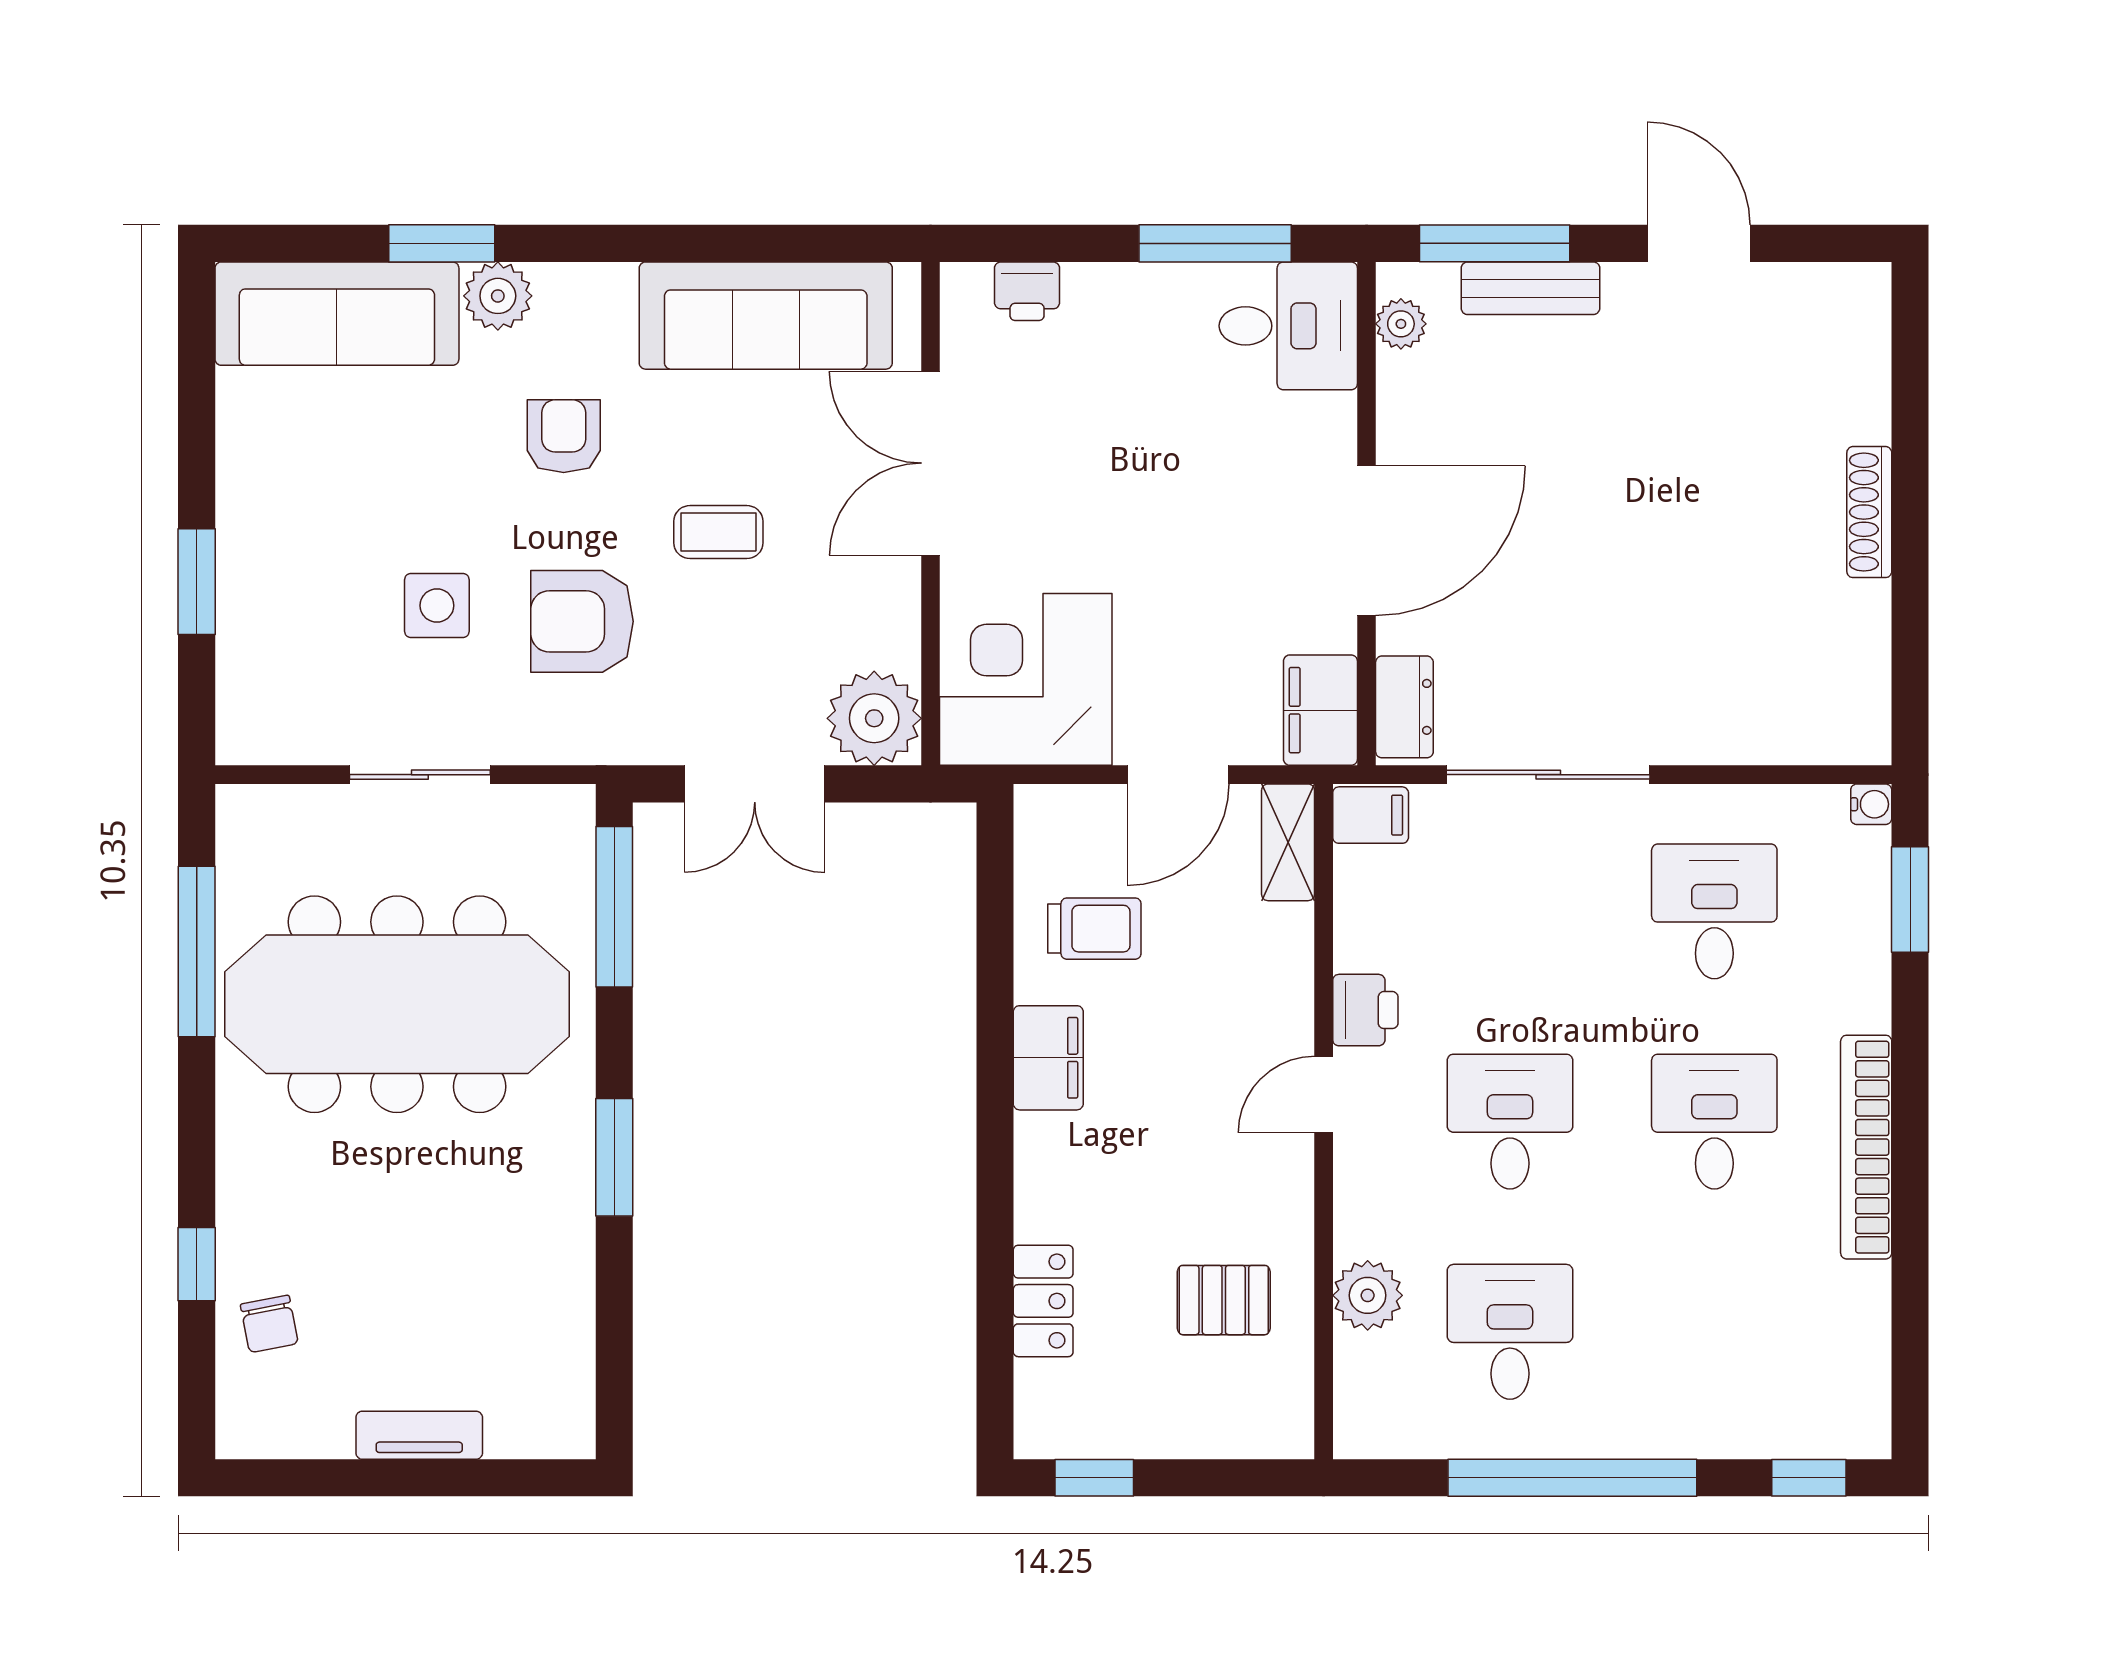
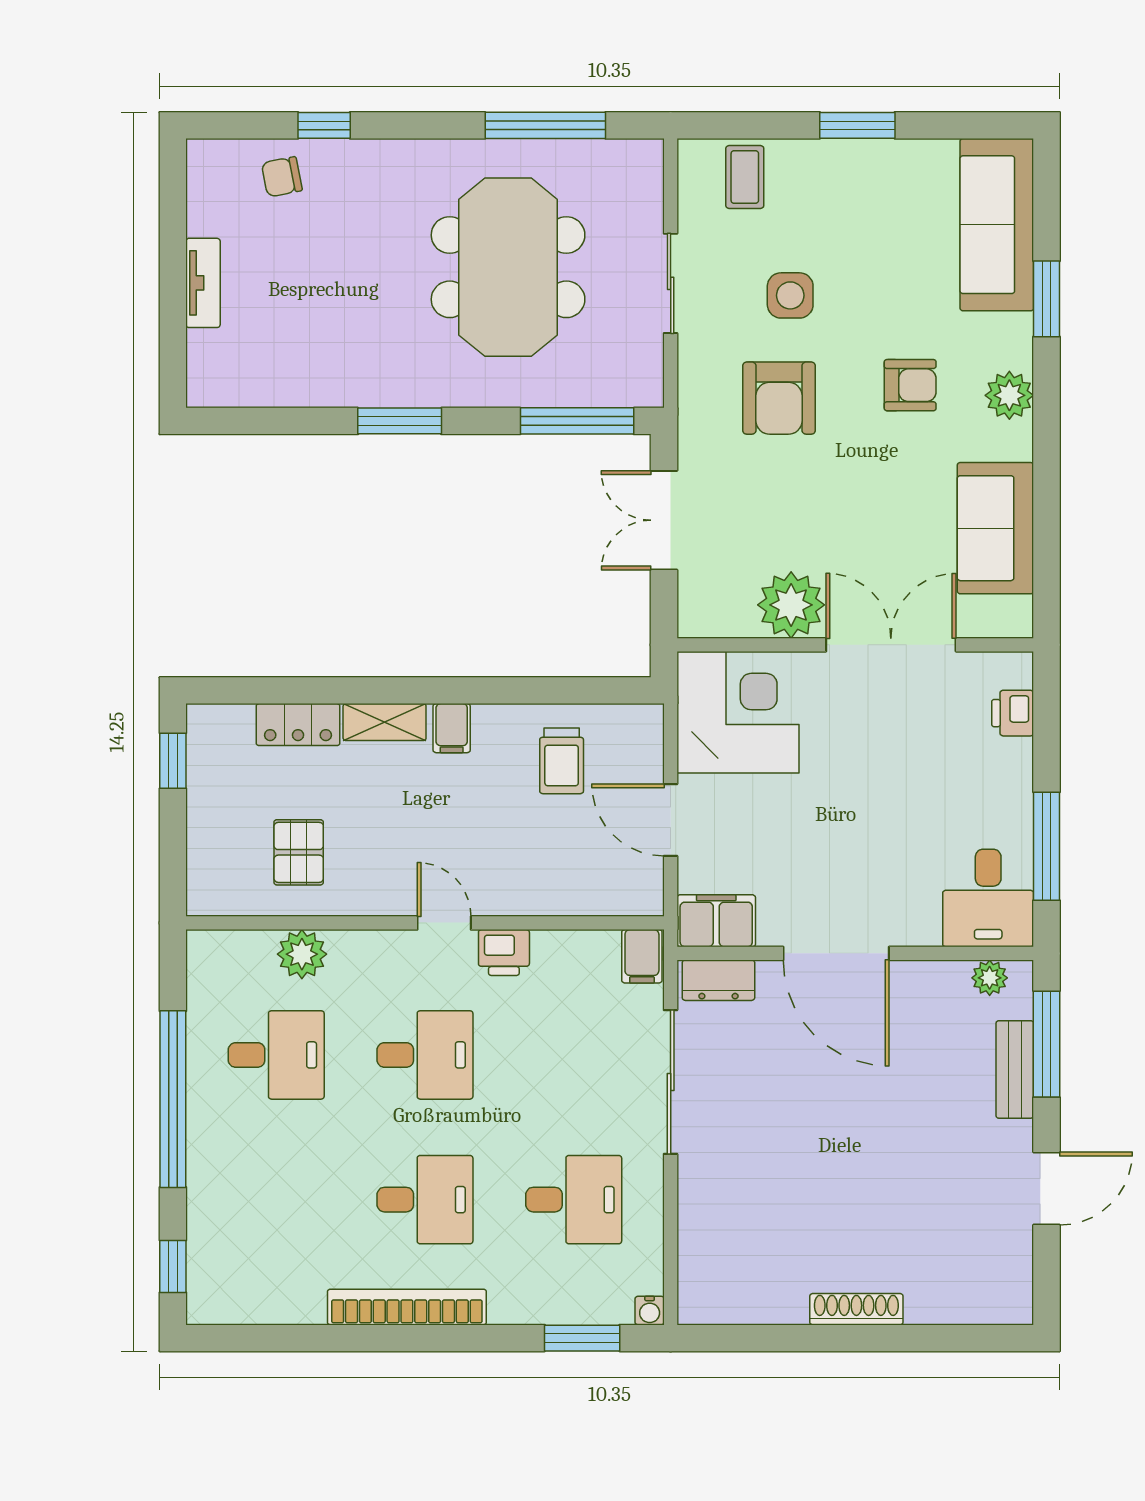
plant: (498, 296) -> (1009, 395), moved
sofa: (766, 316) -> (995, 528), width x0.73
coffee table: (718, 532) -> (745, 177), moved
window: (197, 582) -> (857, 125), moved
armchair: (582, 621) -> (779, 398), turned 180
plant: (874, 718) -> (791, 605), moved
shelving: (1288, 842) -> (385, 722), moved
meeting table: (397, 1004) -> (508, 267), width x0.73
filing cabinet: (1048, 1058) -> (452, 728), width x0.50

